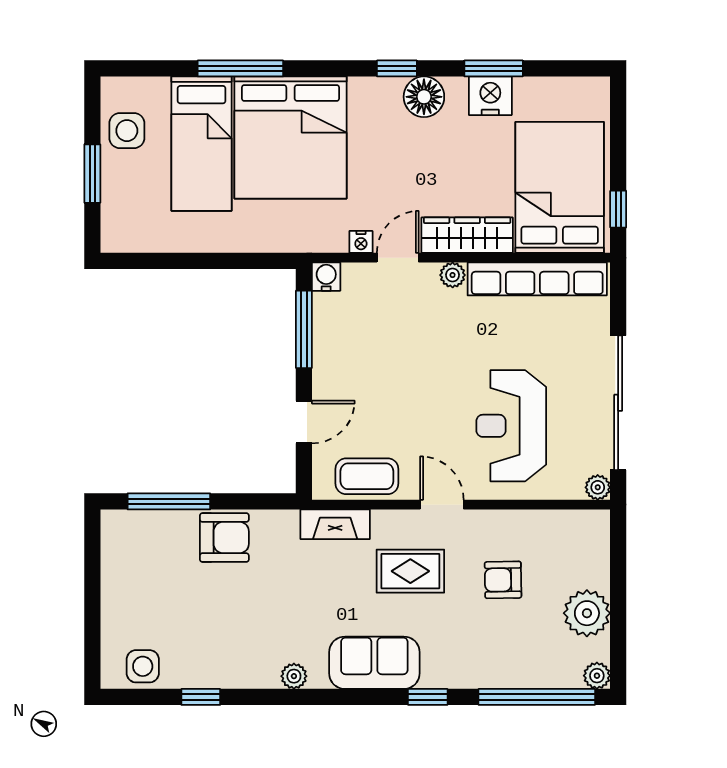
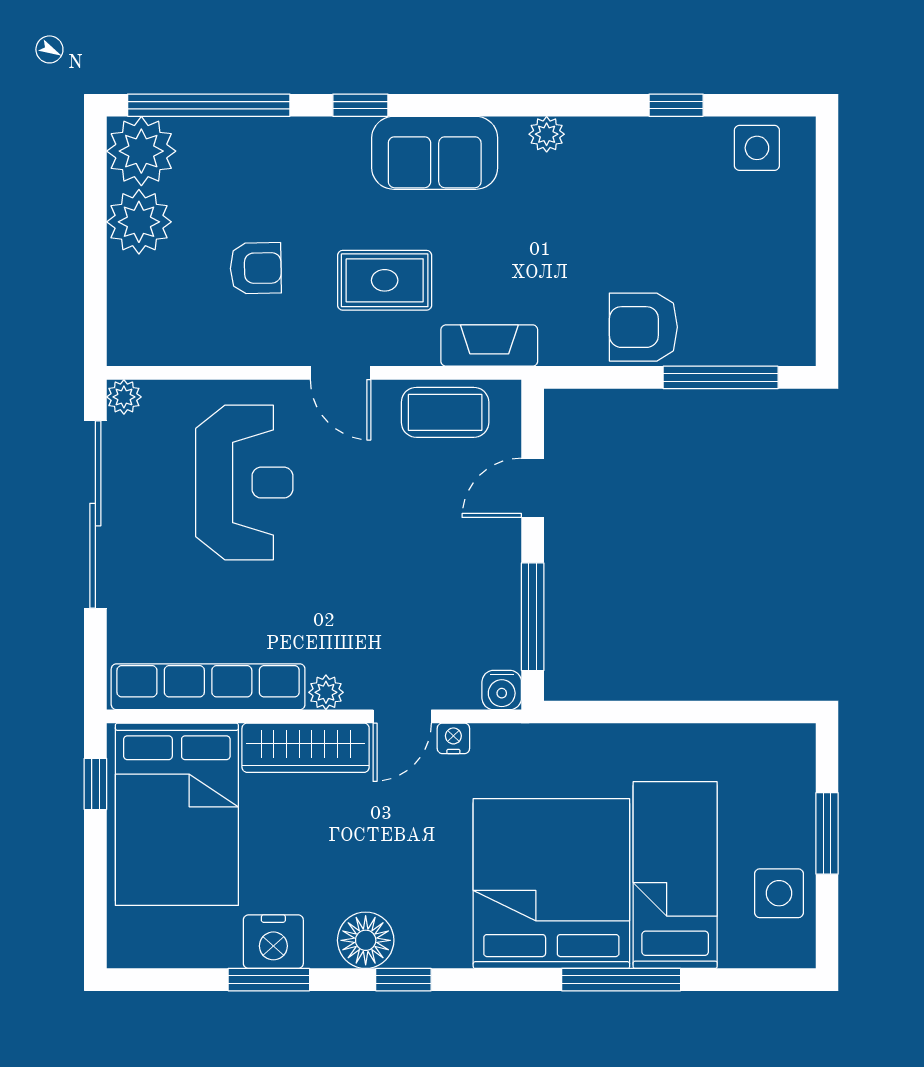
plant: (597, 676) -> (141, 151), width x1.87, depth x1.87

